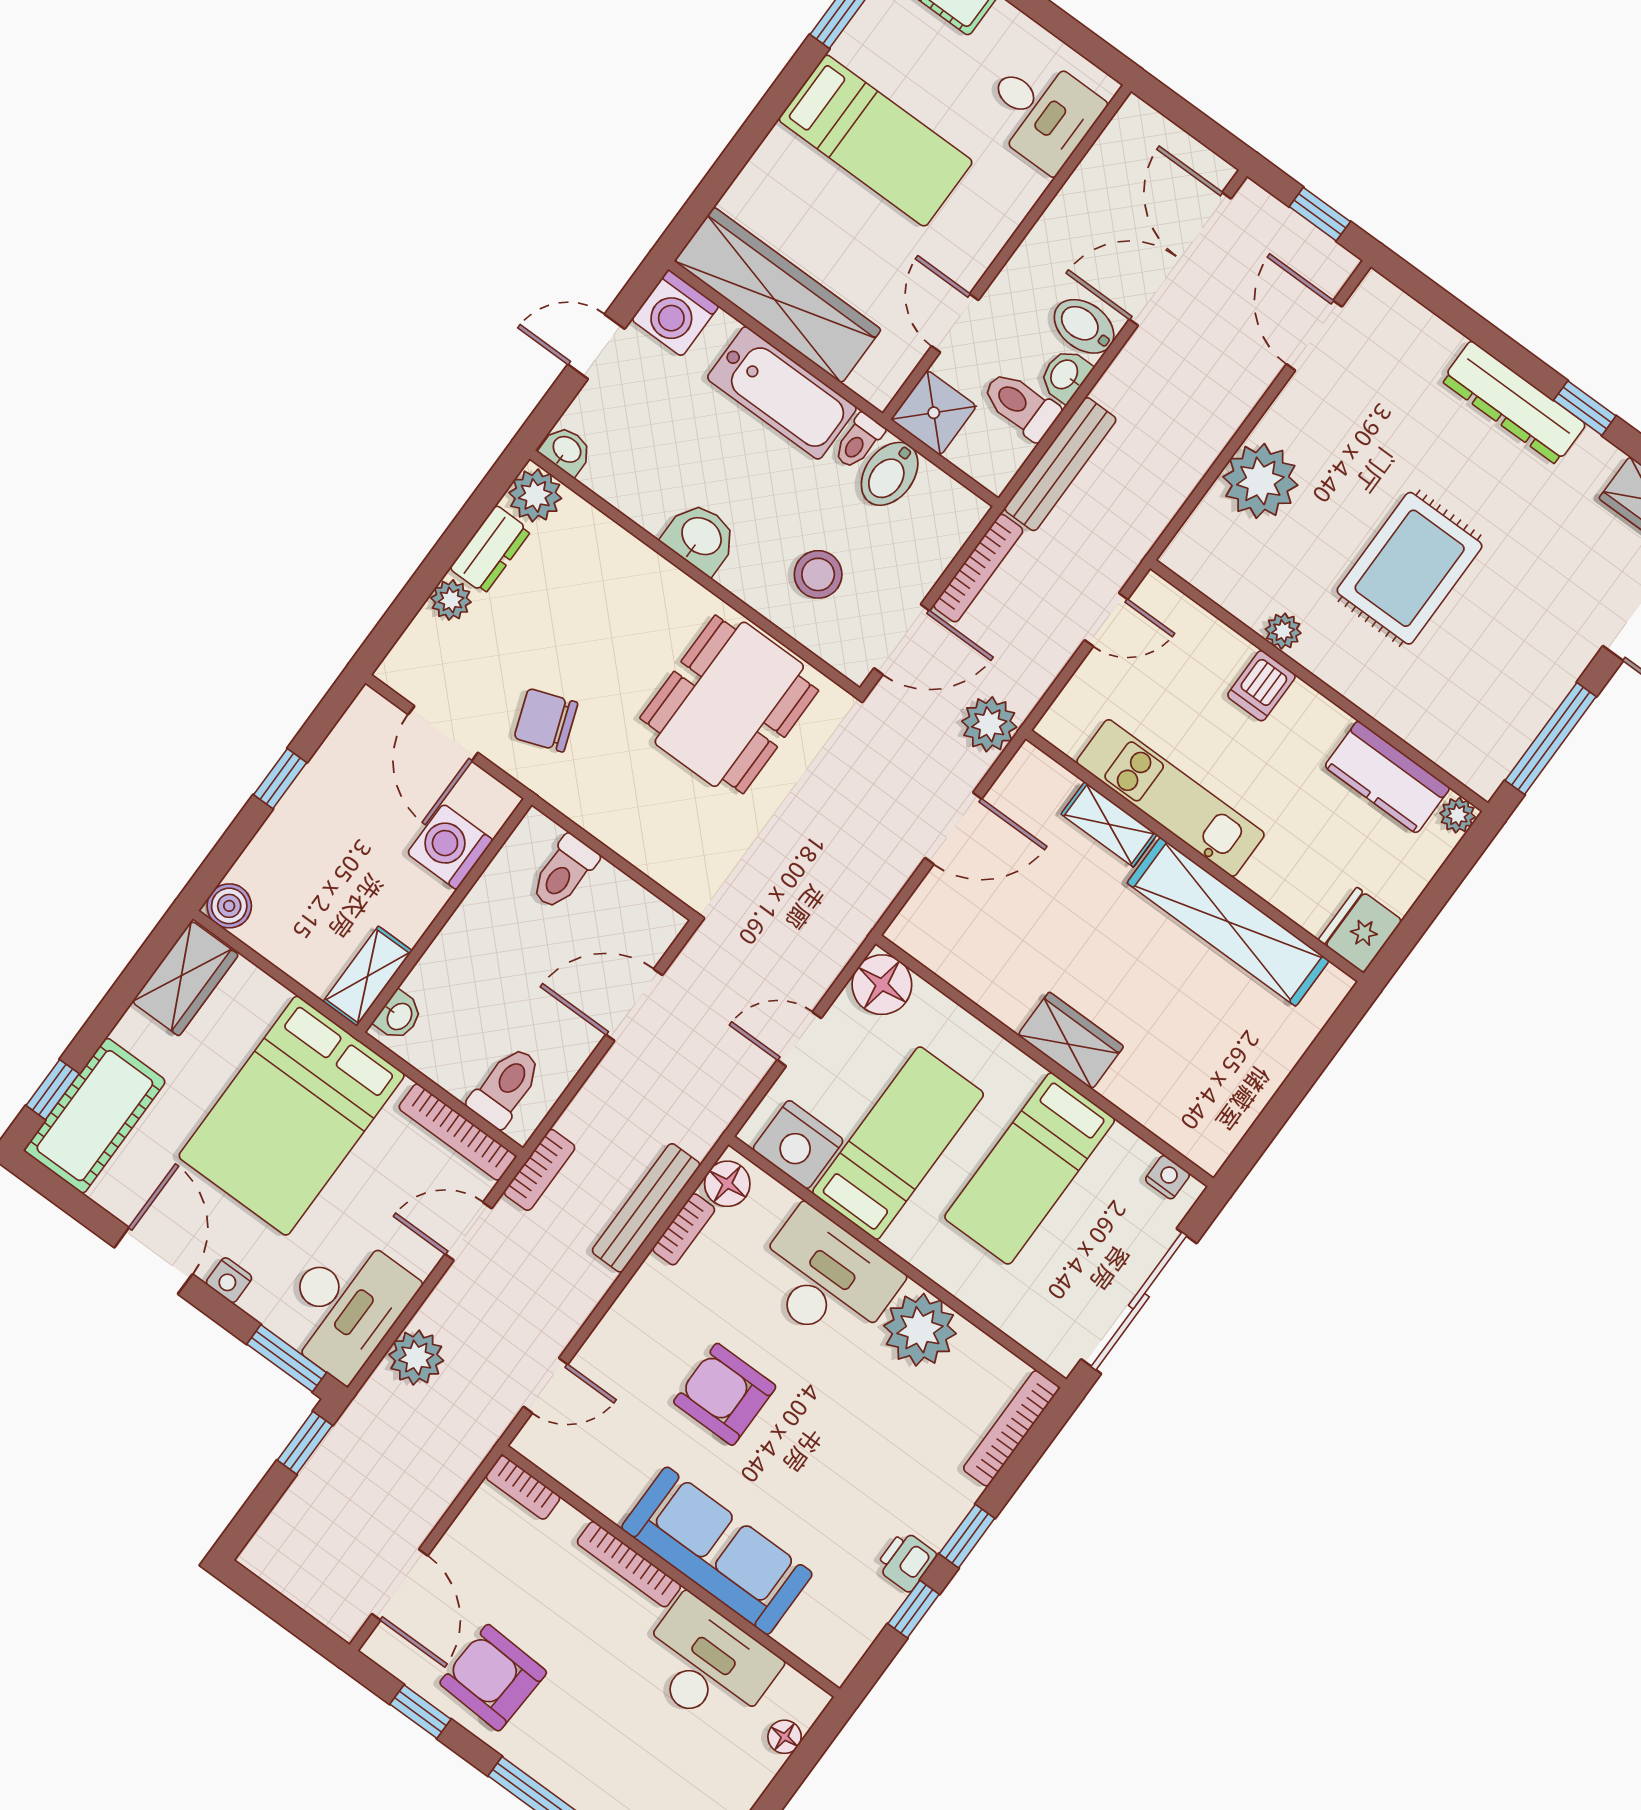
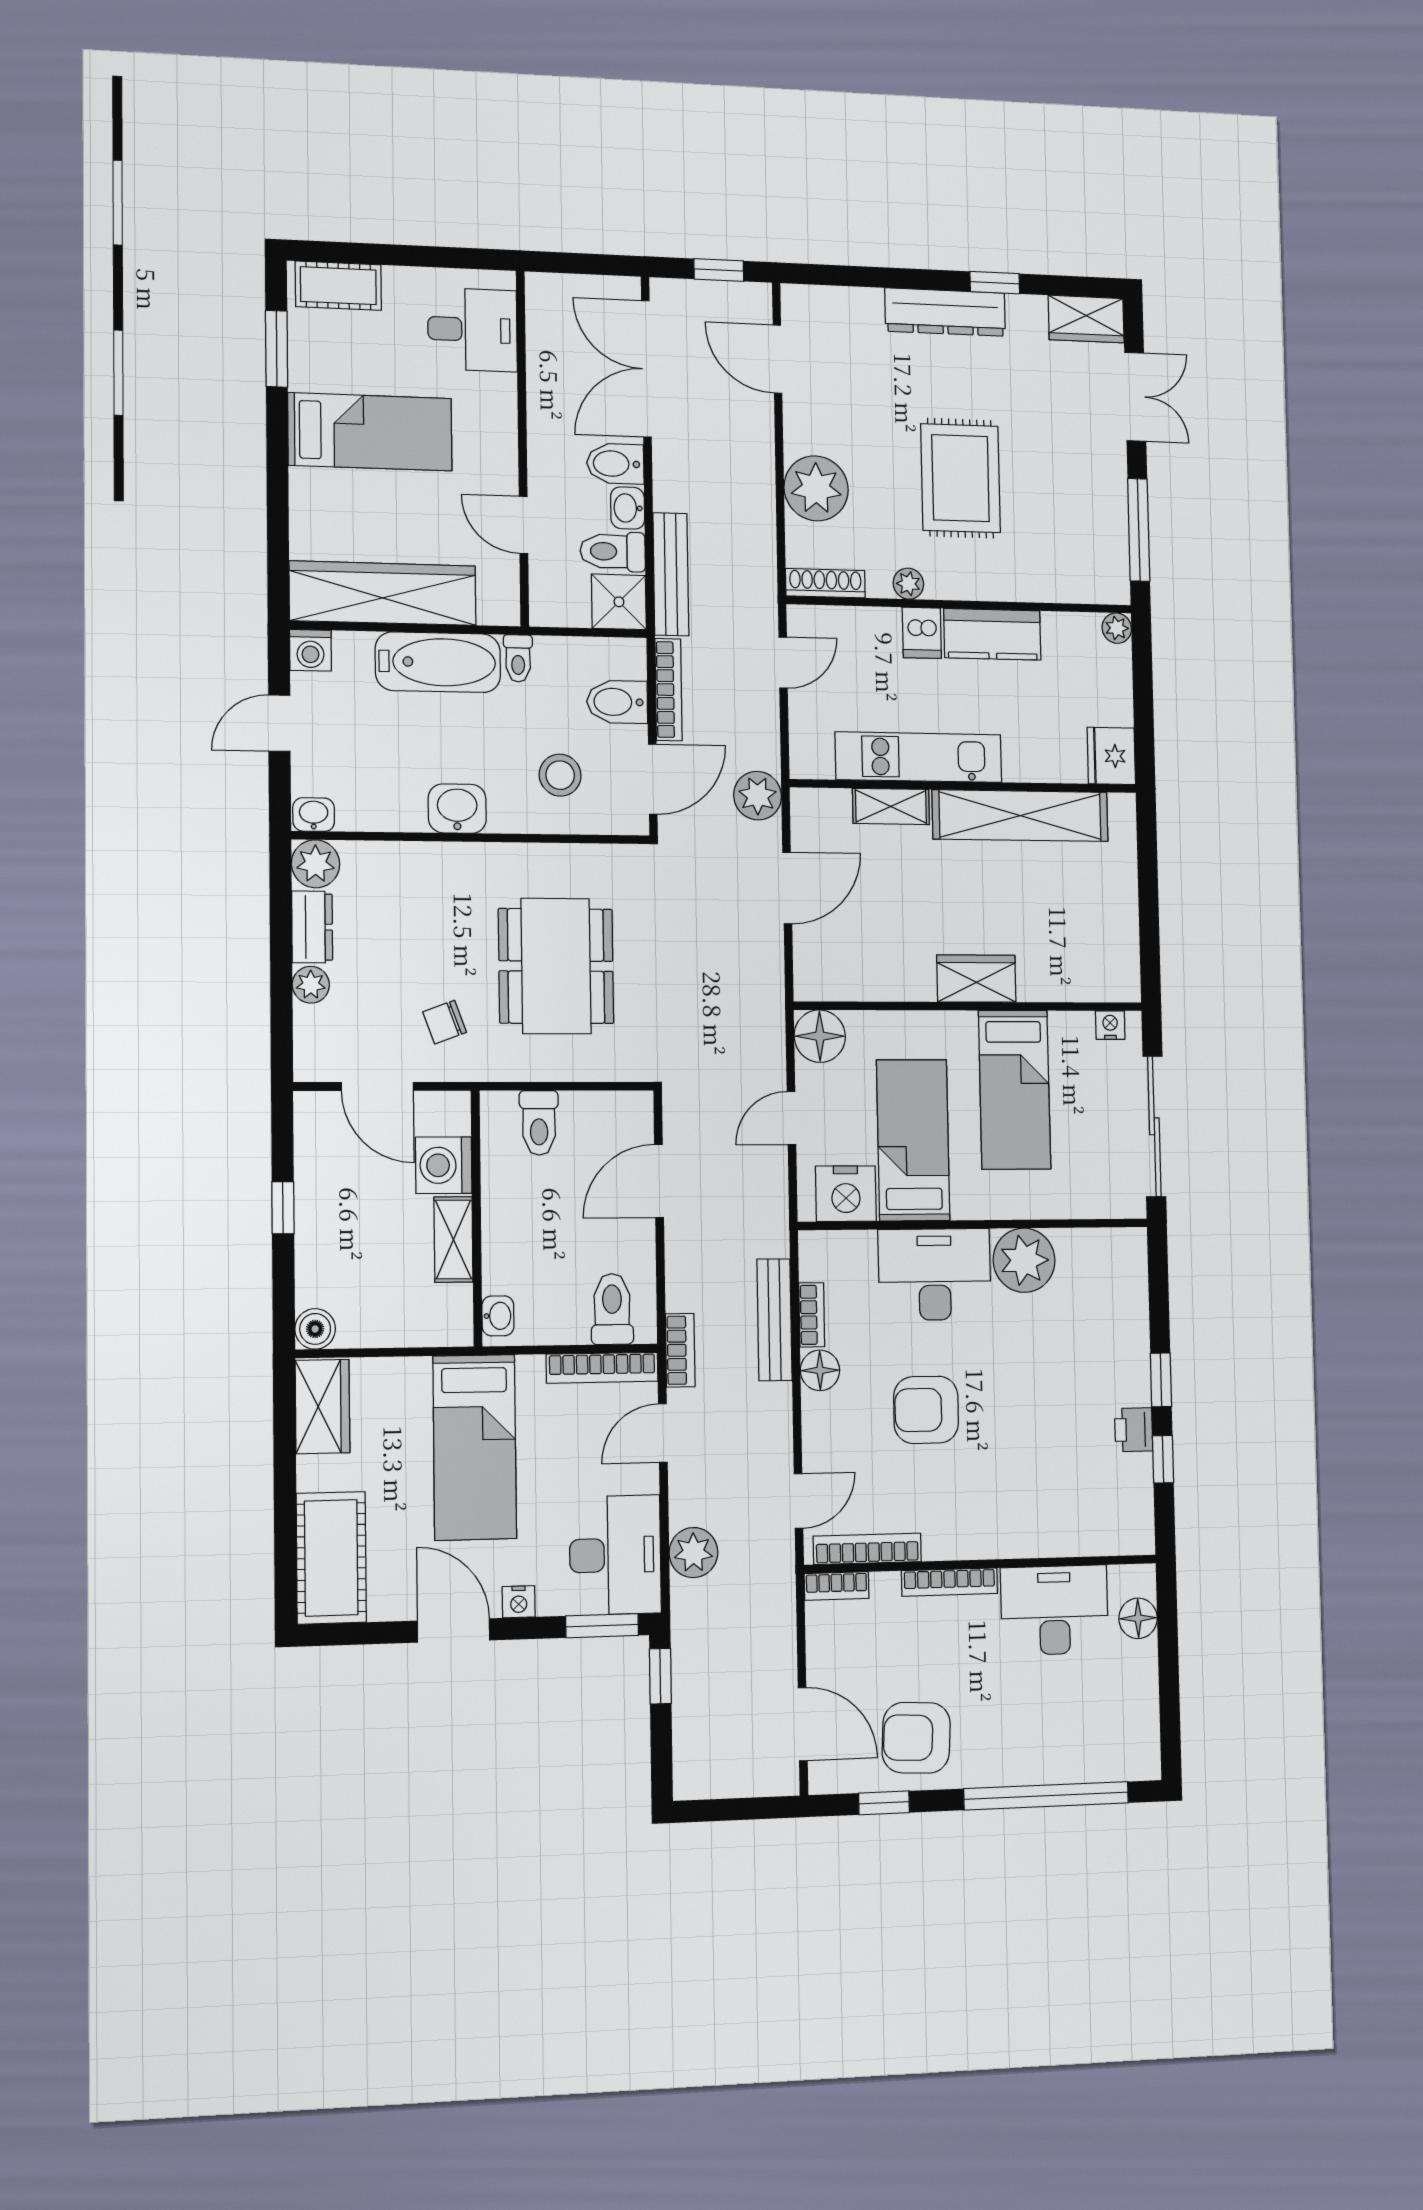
washing machine: (675, 313) -> (310, 650), width x0.73, depth x0.73
shower: (934, 413) -> (619, 602), moved
bidet: (890, 474) -> (617, 702), moved, turned 90
shoe rack: (1203, 575) -> (825, 583), added
dining table: (729, 704) -> (556, 966), moved
chair: (546, 720) -> (445, 1022), width x0.73, depth x0.73
kitchen counter: (1387, 777) -> (992, 634), moved
shelving: (368, 976) -> (453, 1239), moved
window: (53, 1090) -> (286, 1563), removed
bed: (292, 1116) -> (475, 1447), width x0.67
floor lamp: (727, 1184) -> (820, 1370), moved
bookcase: (1011, 1428) -> (867, 1549), moved, turned 90
sofa: (717, 1551) -> (1002, 1524), removed
floor lamp: (785, 1737) -> (1138, 1618), width x1.37, depth x1.37

